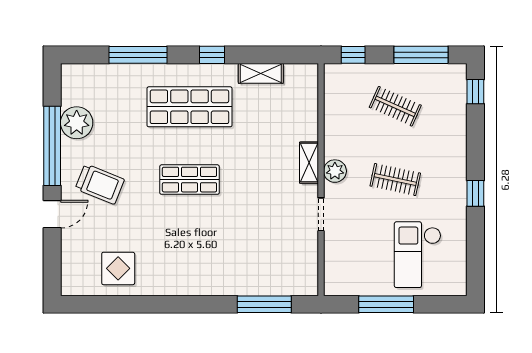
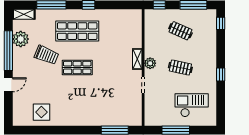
shelving: (261, 73) -> (24, 14), moved
trolley: (100, 184) -> (46, 55), moved
checkout: (418, 255) -> (192, 105), turned 90

